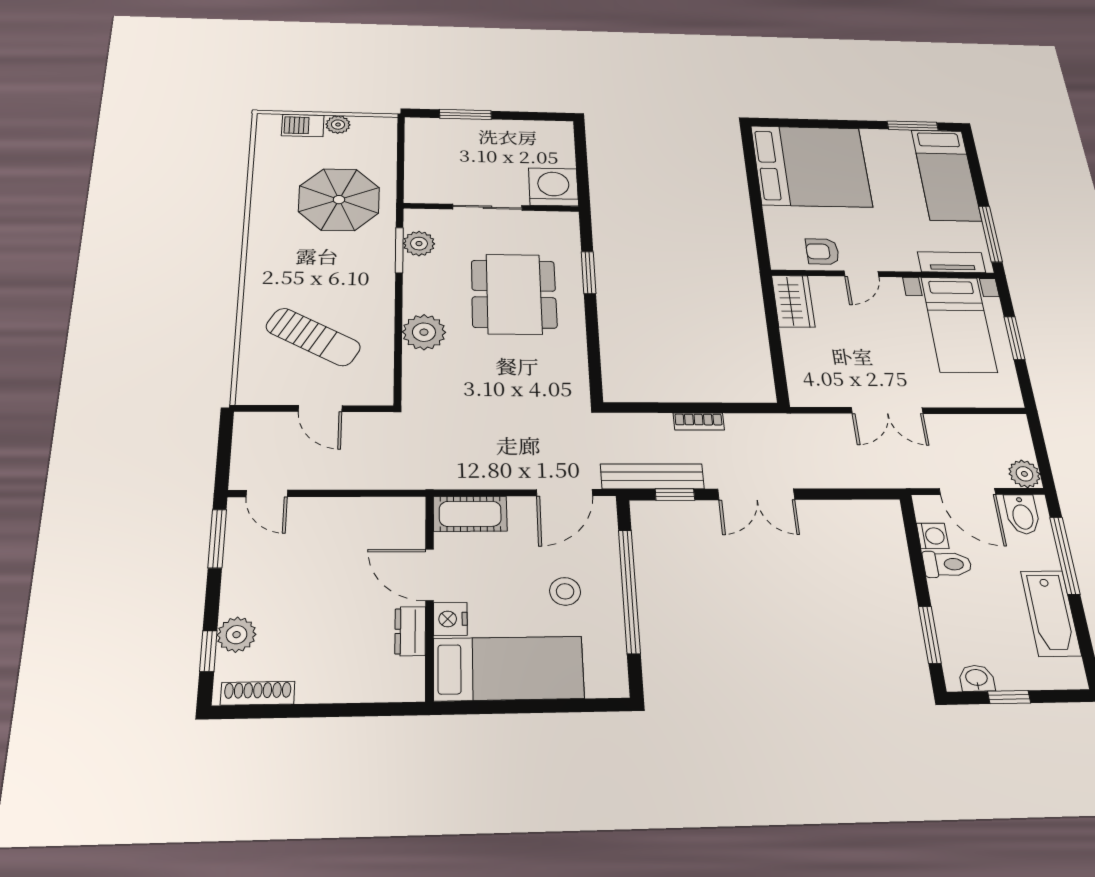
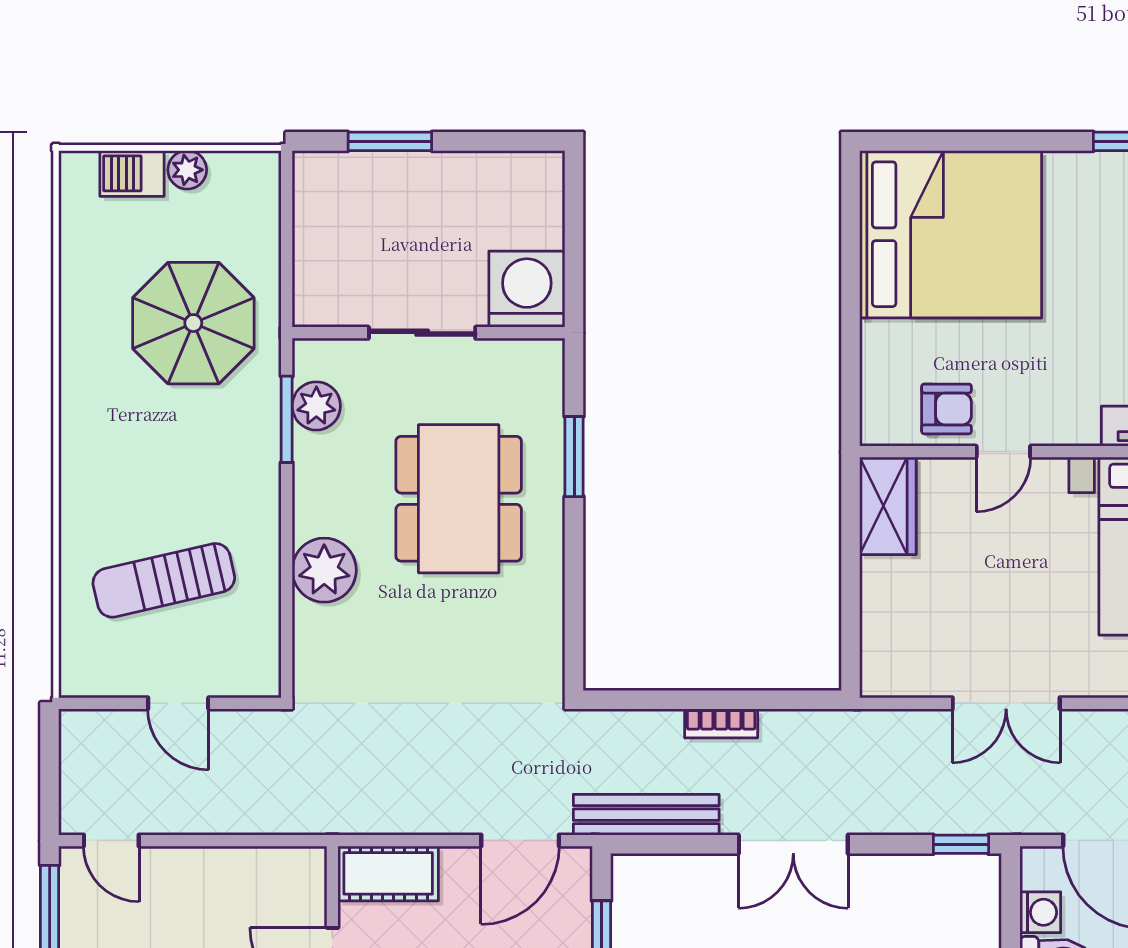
armchair: (822, 251) -> (946, 409), turned 180
sun lounger: (313, 337) -> (164, 580), turned 138
window: (675, 495) -> (961, 844), moved

